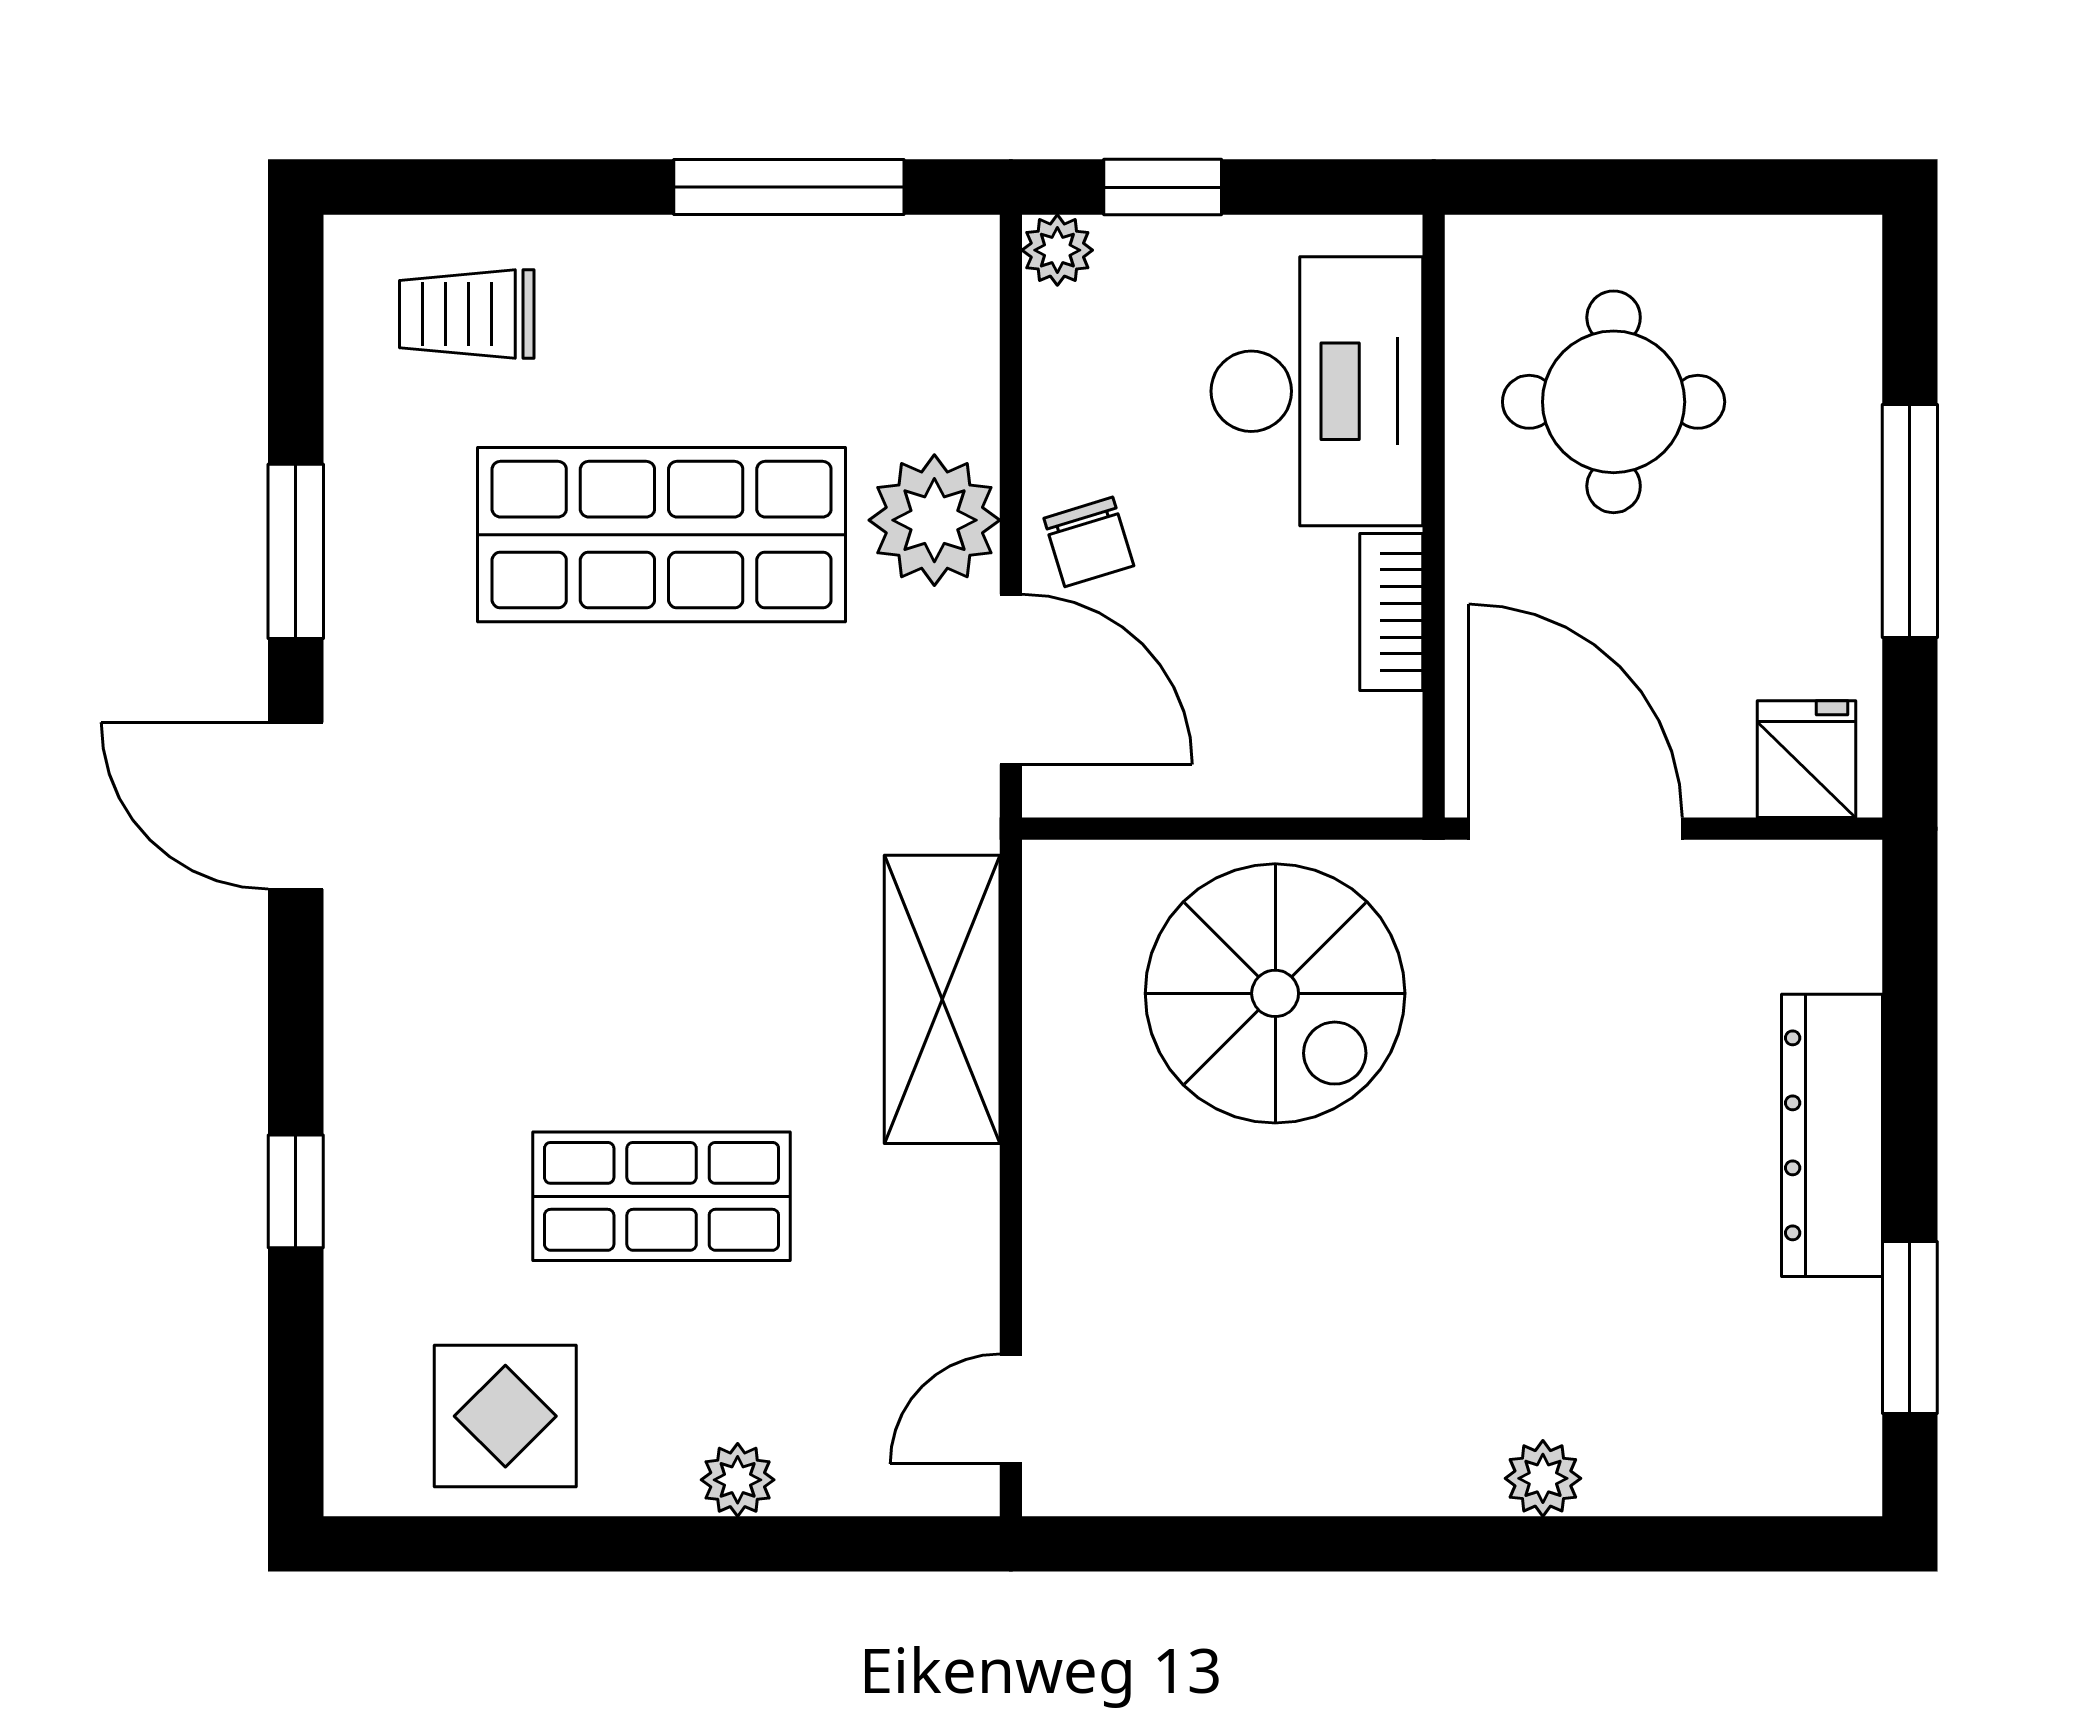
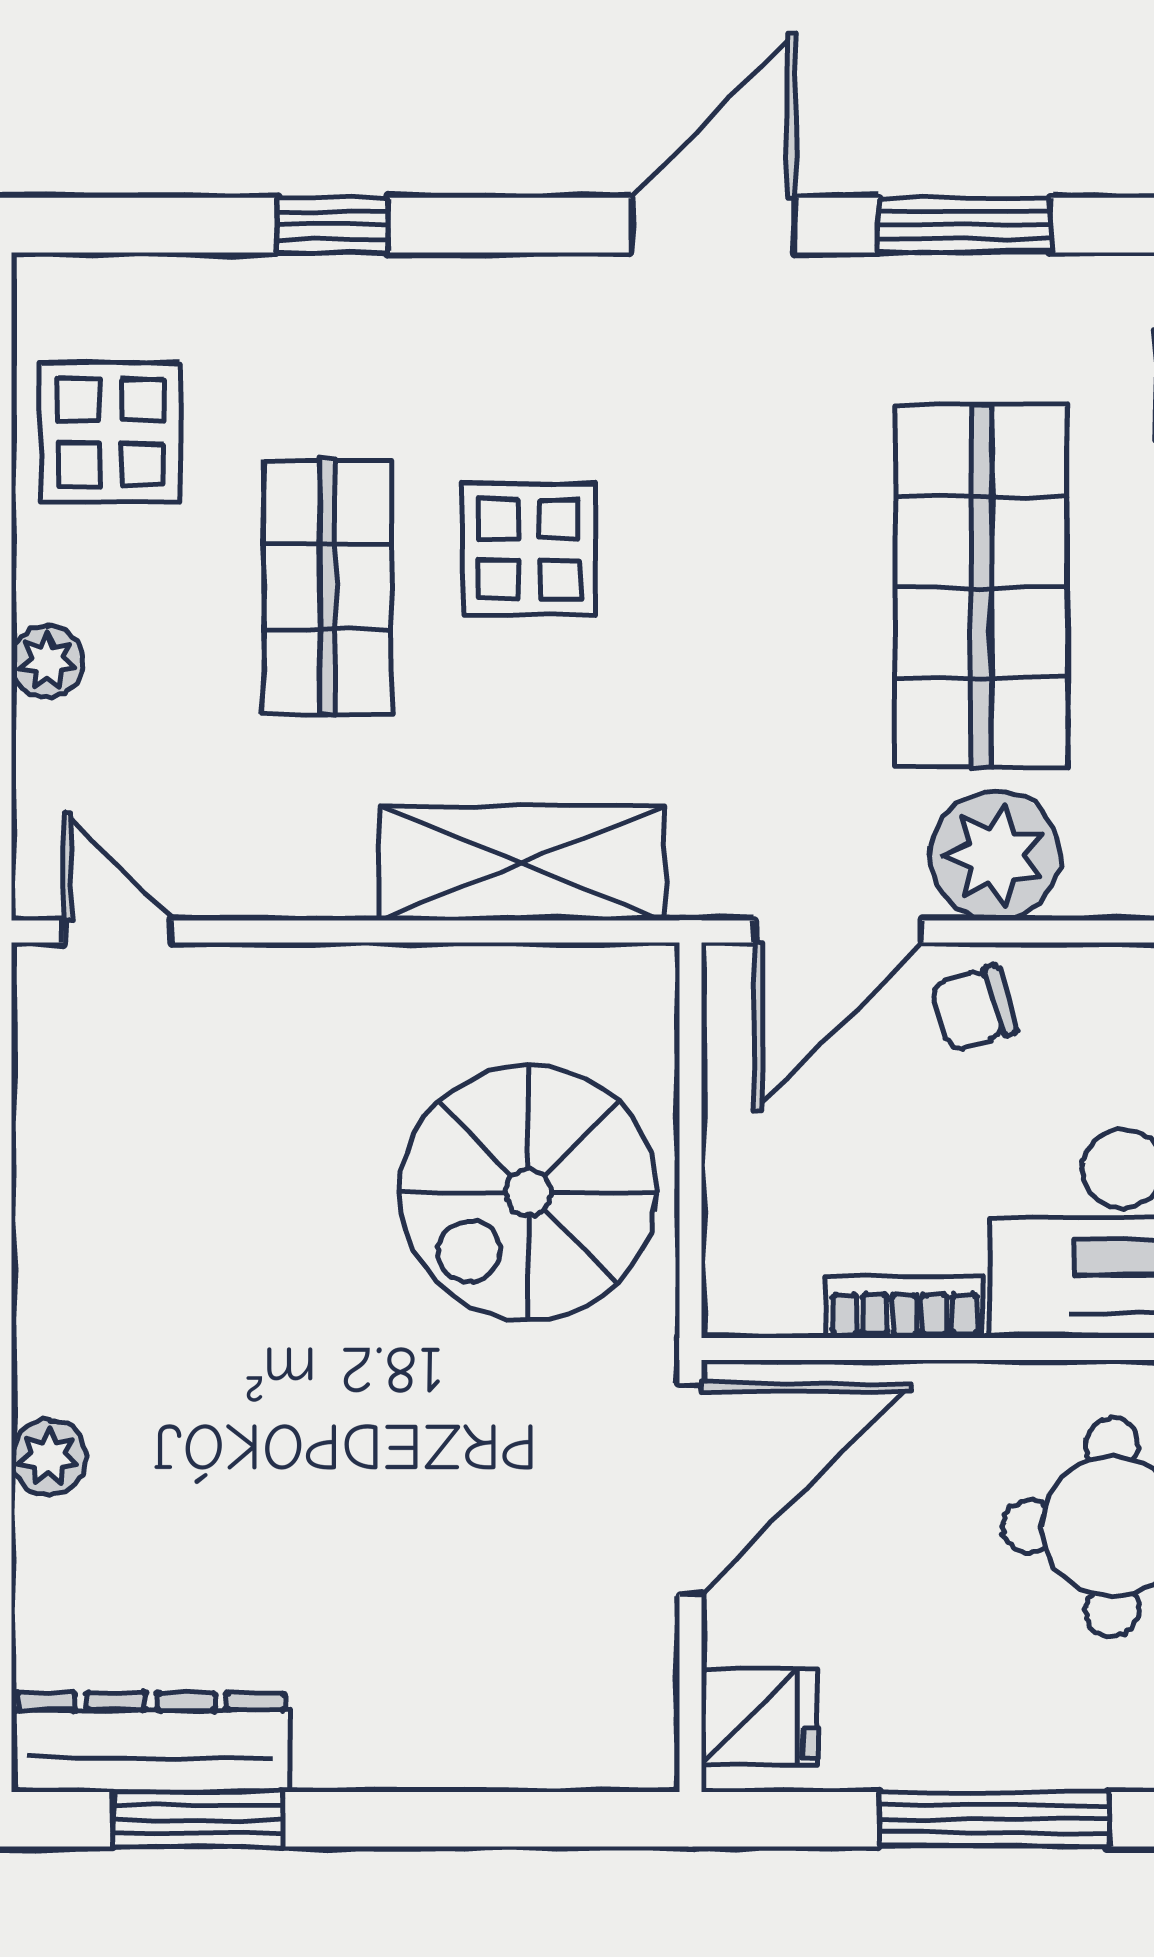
display table: (624, 992) -> (529, 549), added
dresser: (1832, 1135) -> (151, 1742), moved

